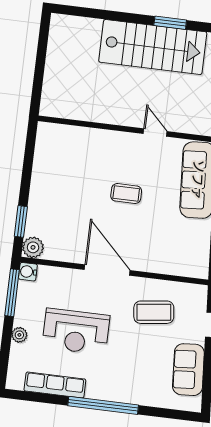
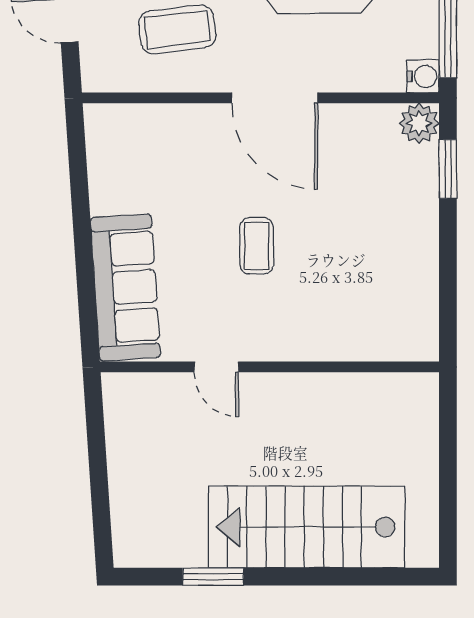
stairs: (153, 47) -> (307, 527), moved
coffee table: (126, 194) -> (257, 246), turned 90

